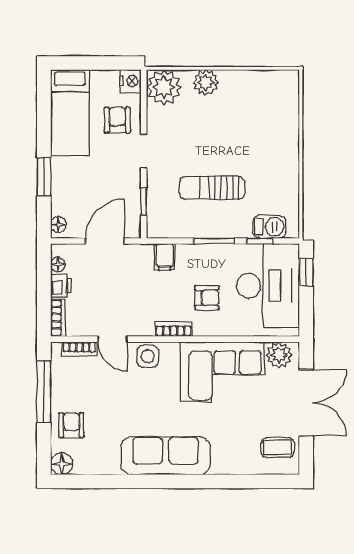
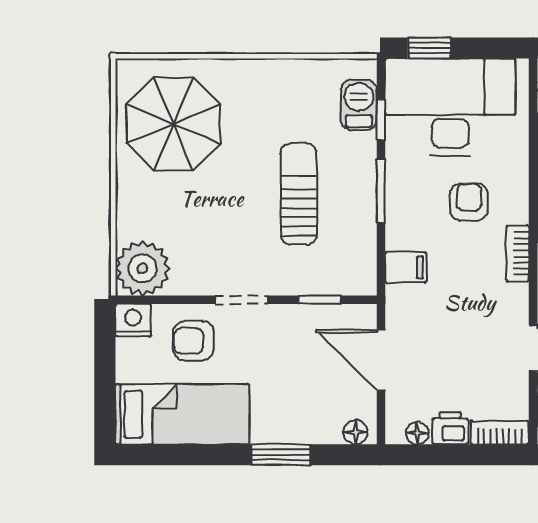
plant: (206, 82) -> (135, 204), removed
parasol: (257, 107) -> (173, 124), added
sun lounger: (212, 188) -> (299, 194), turned 180

